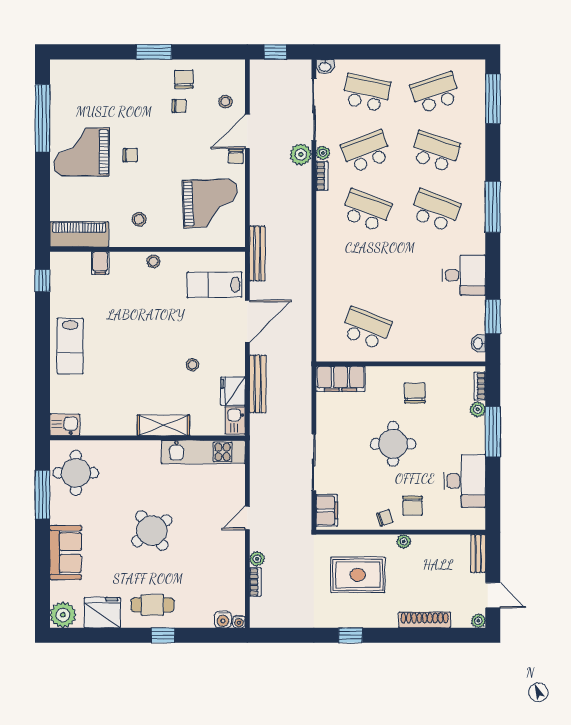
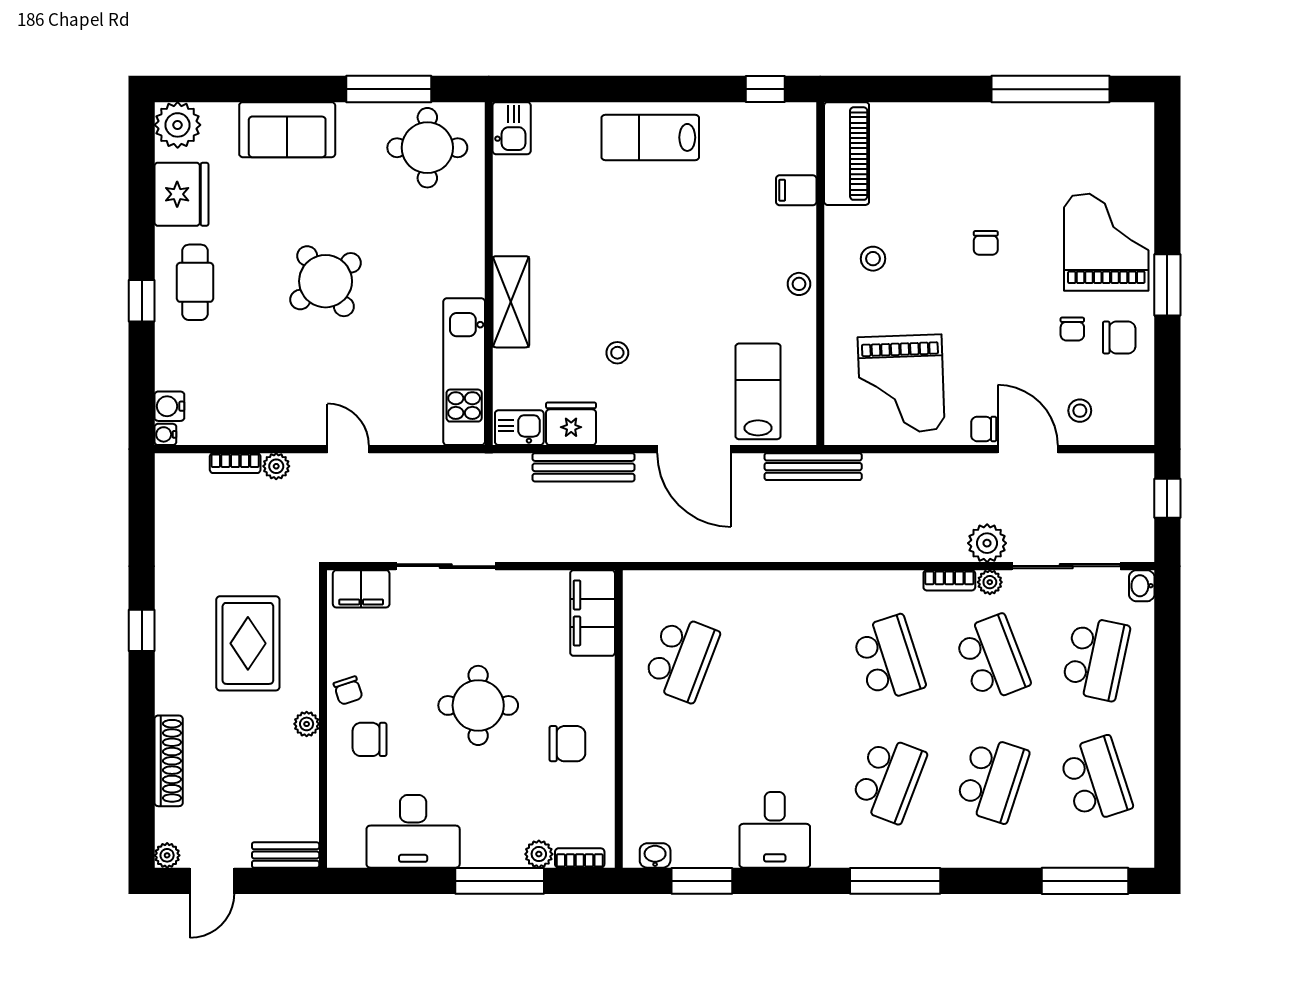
grand piano: (81, 152) -> (1106, 242), moved
school desk: (366, 210) -> (889, 658), turned -39

